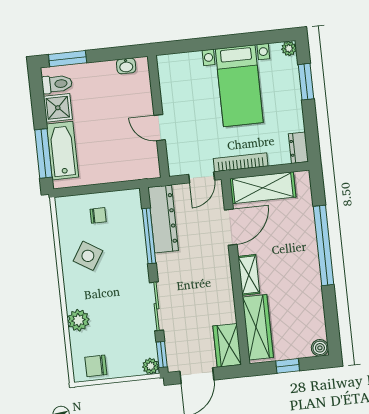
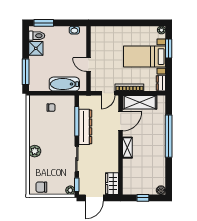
bed with nightstands: (239, 86) -> (145, 57), moved, turned 90
bathtub: (62, 151) -> (64, 84), moved, turned -90
dresser: (163, 219) -> (85, 127), moved
side table: (88, 256) -> (43, 128), removed
plant: (78, 320) -> (35, 151), moved
wardrobe: (258, 327) -> (129, 176), removed

